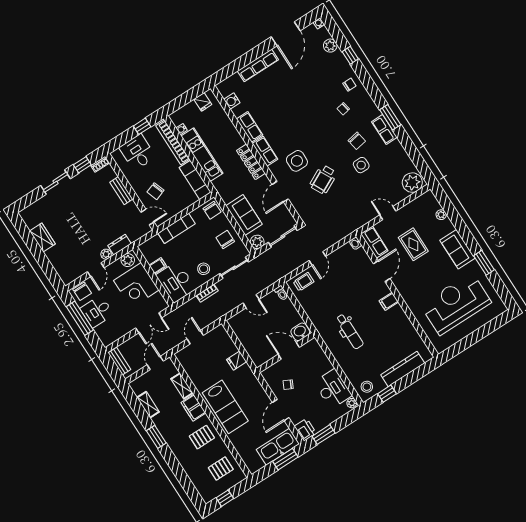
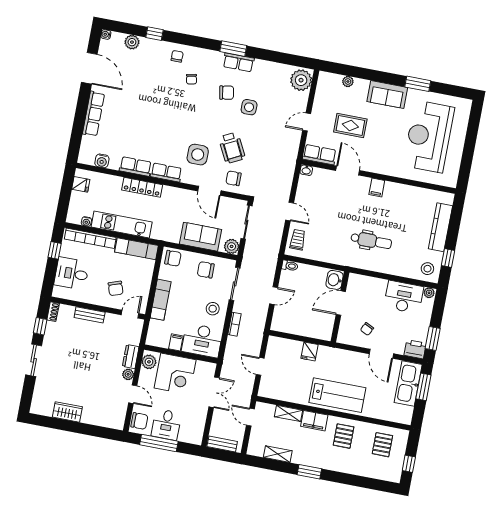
locker: (251, 162) -> (142, 187), moved
chair: (304, 200) -> (233, 178), added

